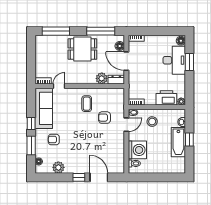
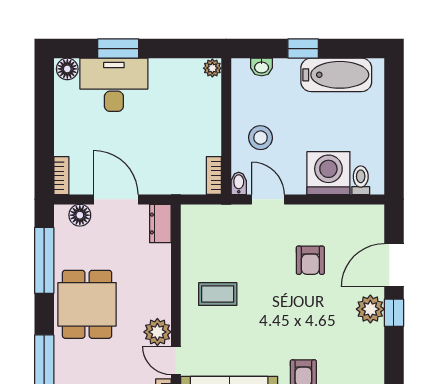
door: (126, 61) -> (116, 199), swing flipped
plant: (102, 78) -> (157, 332), moved
printer: (166, 98) -> (204, 103), removed
armchair: (105, 118) -> (310, 260), moved
bathtub: (178, 142) -> (336, 75), moved
plant: (58, 167) -> (370, 309), moved

